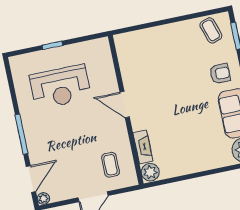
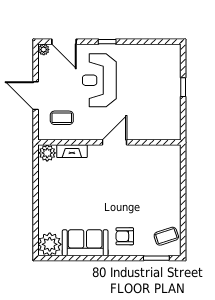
armchair: (220, 74) -> (125, 236), turned 90
reception desk: (60, 87) -> (99, 80), moved
window: (21, 134) -> (107, 42), width x0.46

